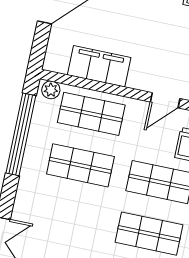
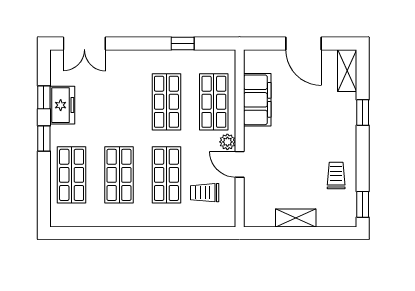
plant: (51, 90) -> (227, 142), moved
window: (21, 134) -> (183, 44), width x0.32

